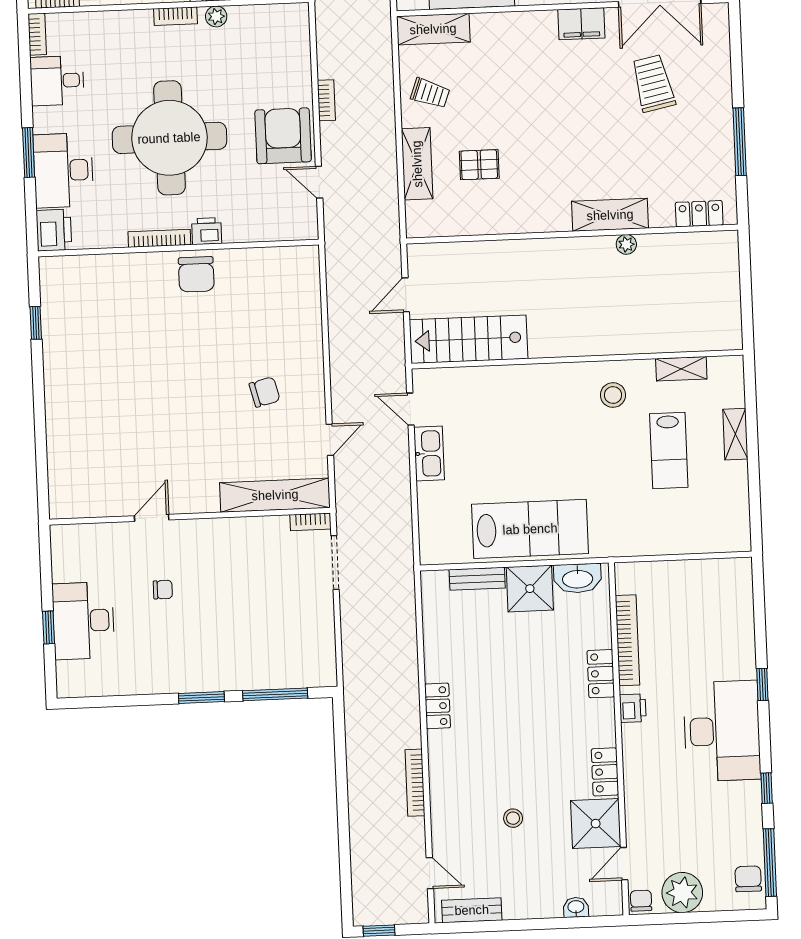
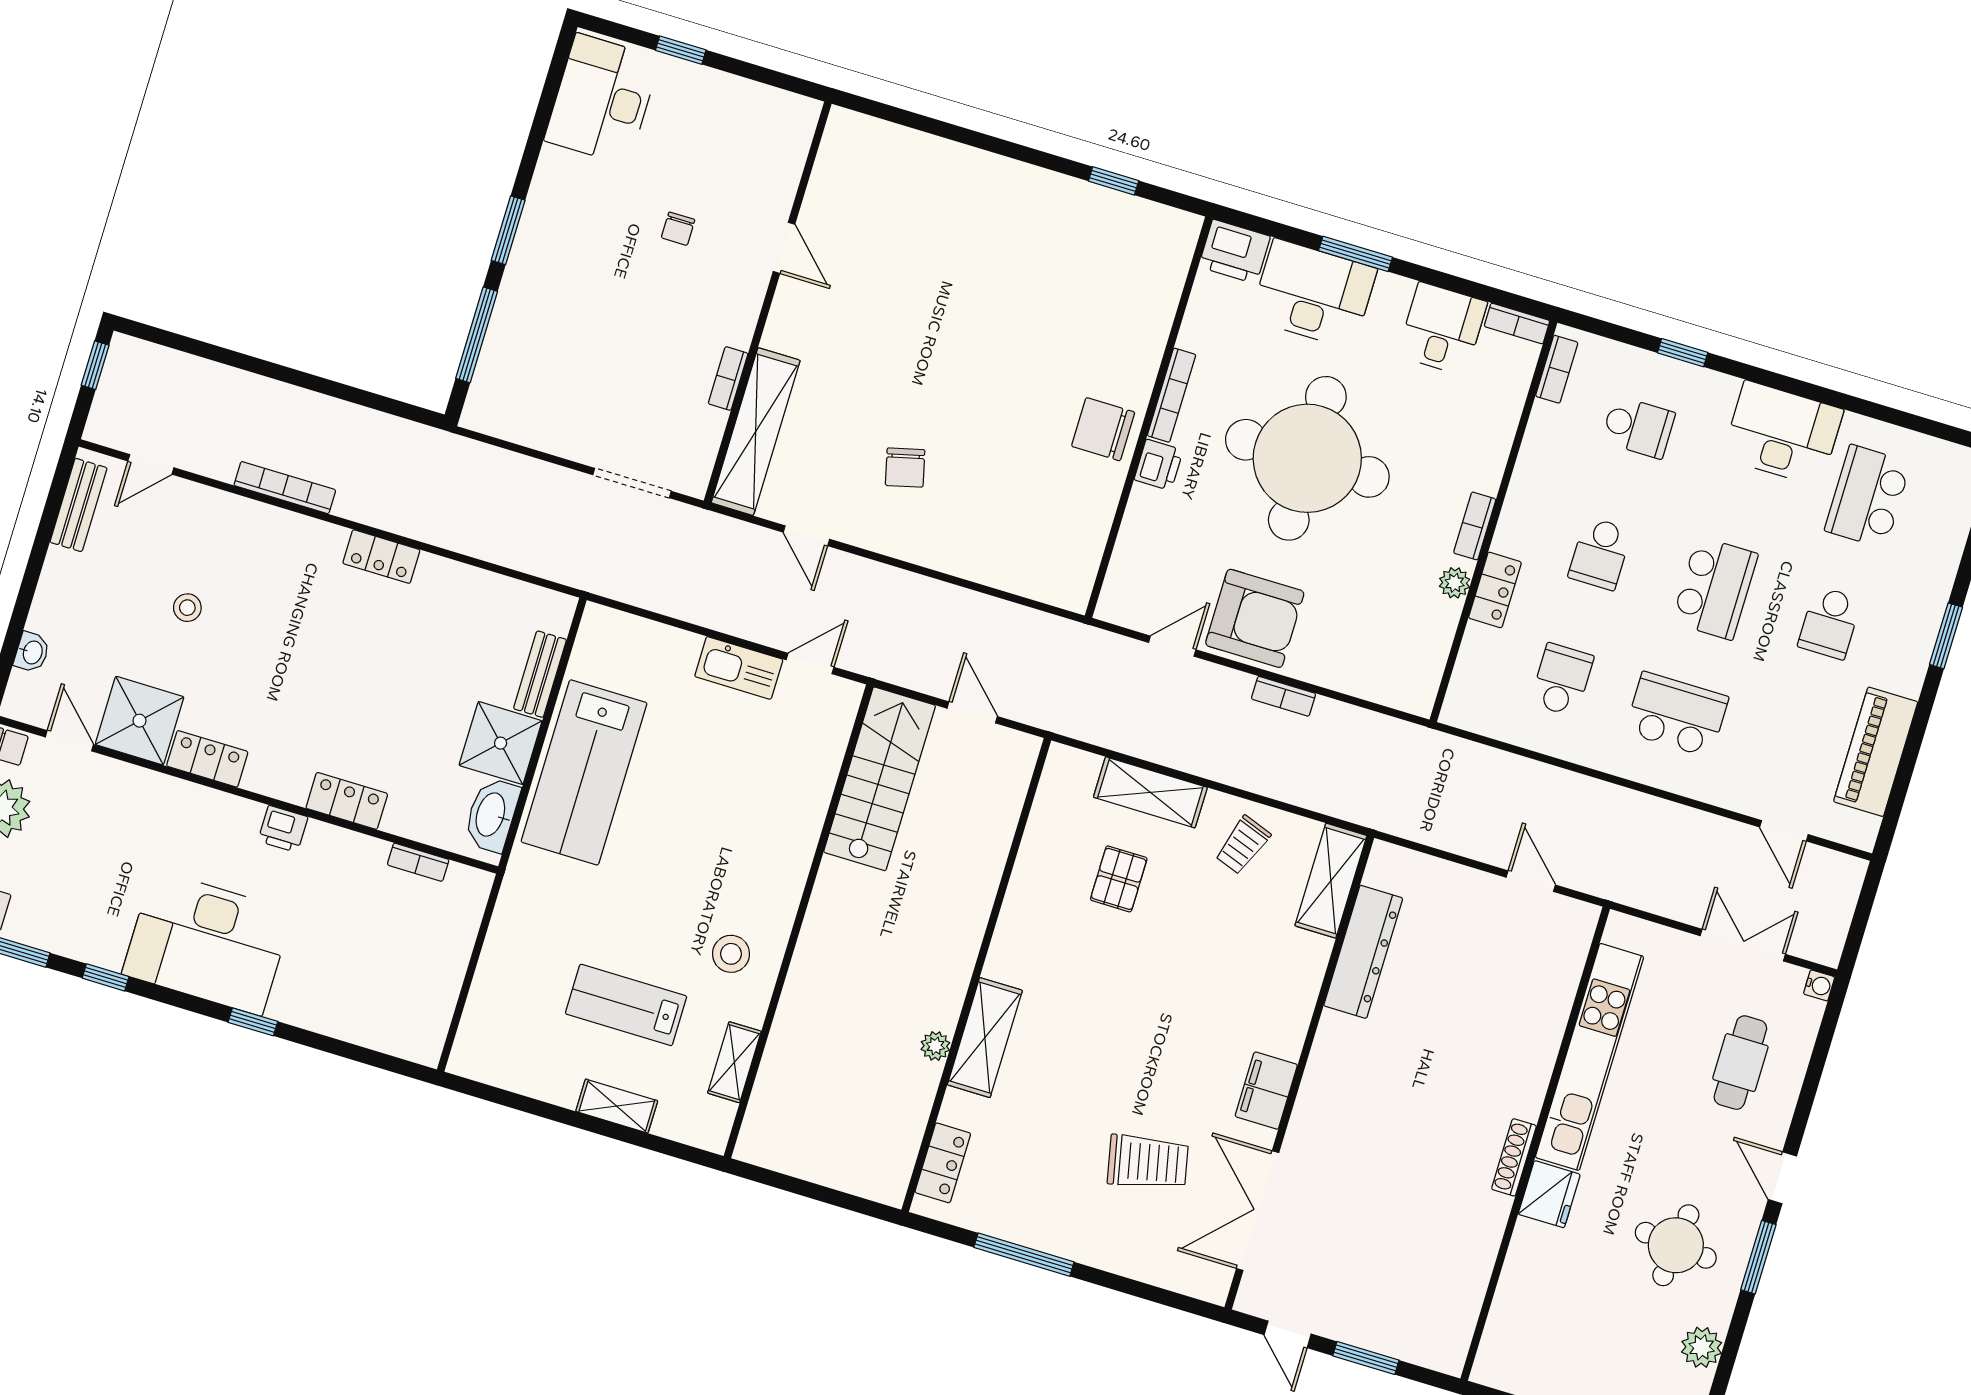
bookcase: (310, 522) -> (728, 379), moved
desk: (83, 621) -> (602, 99), moved, turned -90
bookcase: (627, 640) -> (418, 862), width x0.43, depth x0.76

